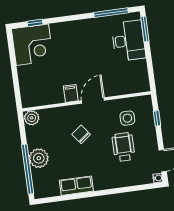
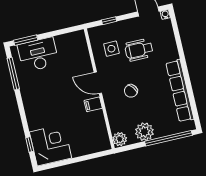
plant: (39, 158) -> (144, 132), moved
row of seats: (76, 186) -> (180, 91), width x2.02

